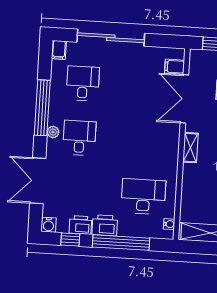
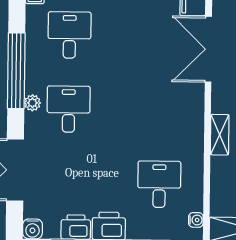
shelving: (190, 148) -> (220, 135), moved
desk: (143, 196) -> (159, 184), width x0.73

